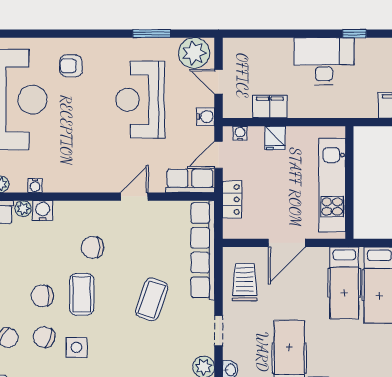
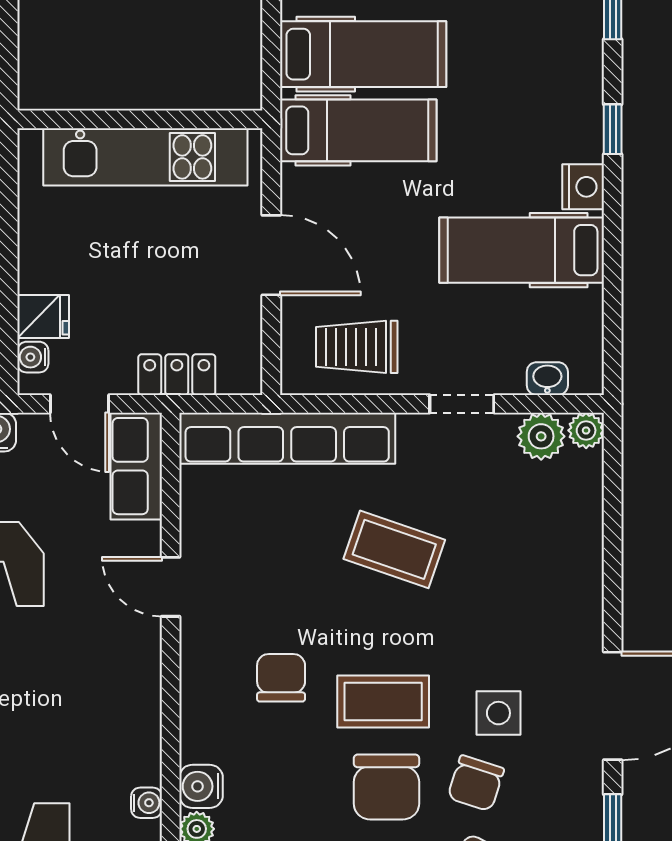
fridge: (275, 138) -> (43, 317), moved
chair: (93, 247) -> (281, 678), turned 180
chair: (42, 296) -> (386, 787), width x1.37, depth x1.37

